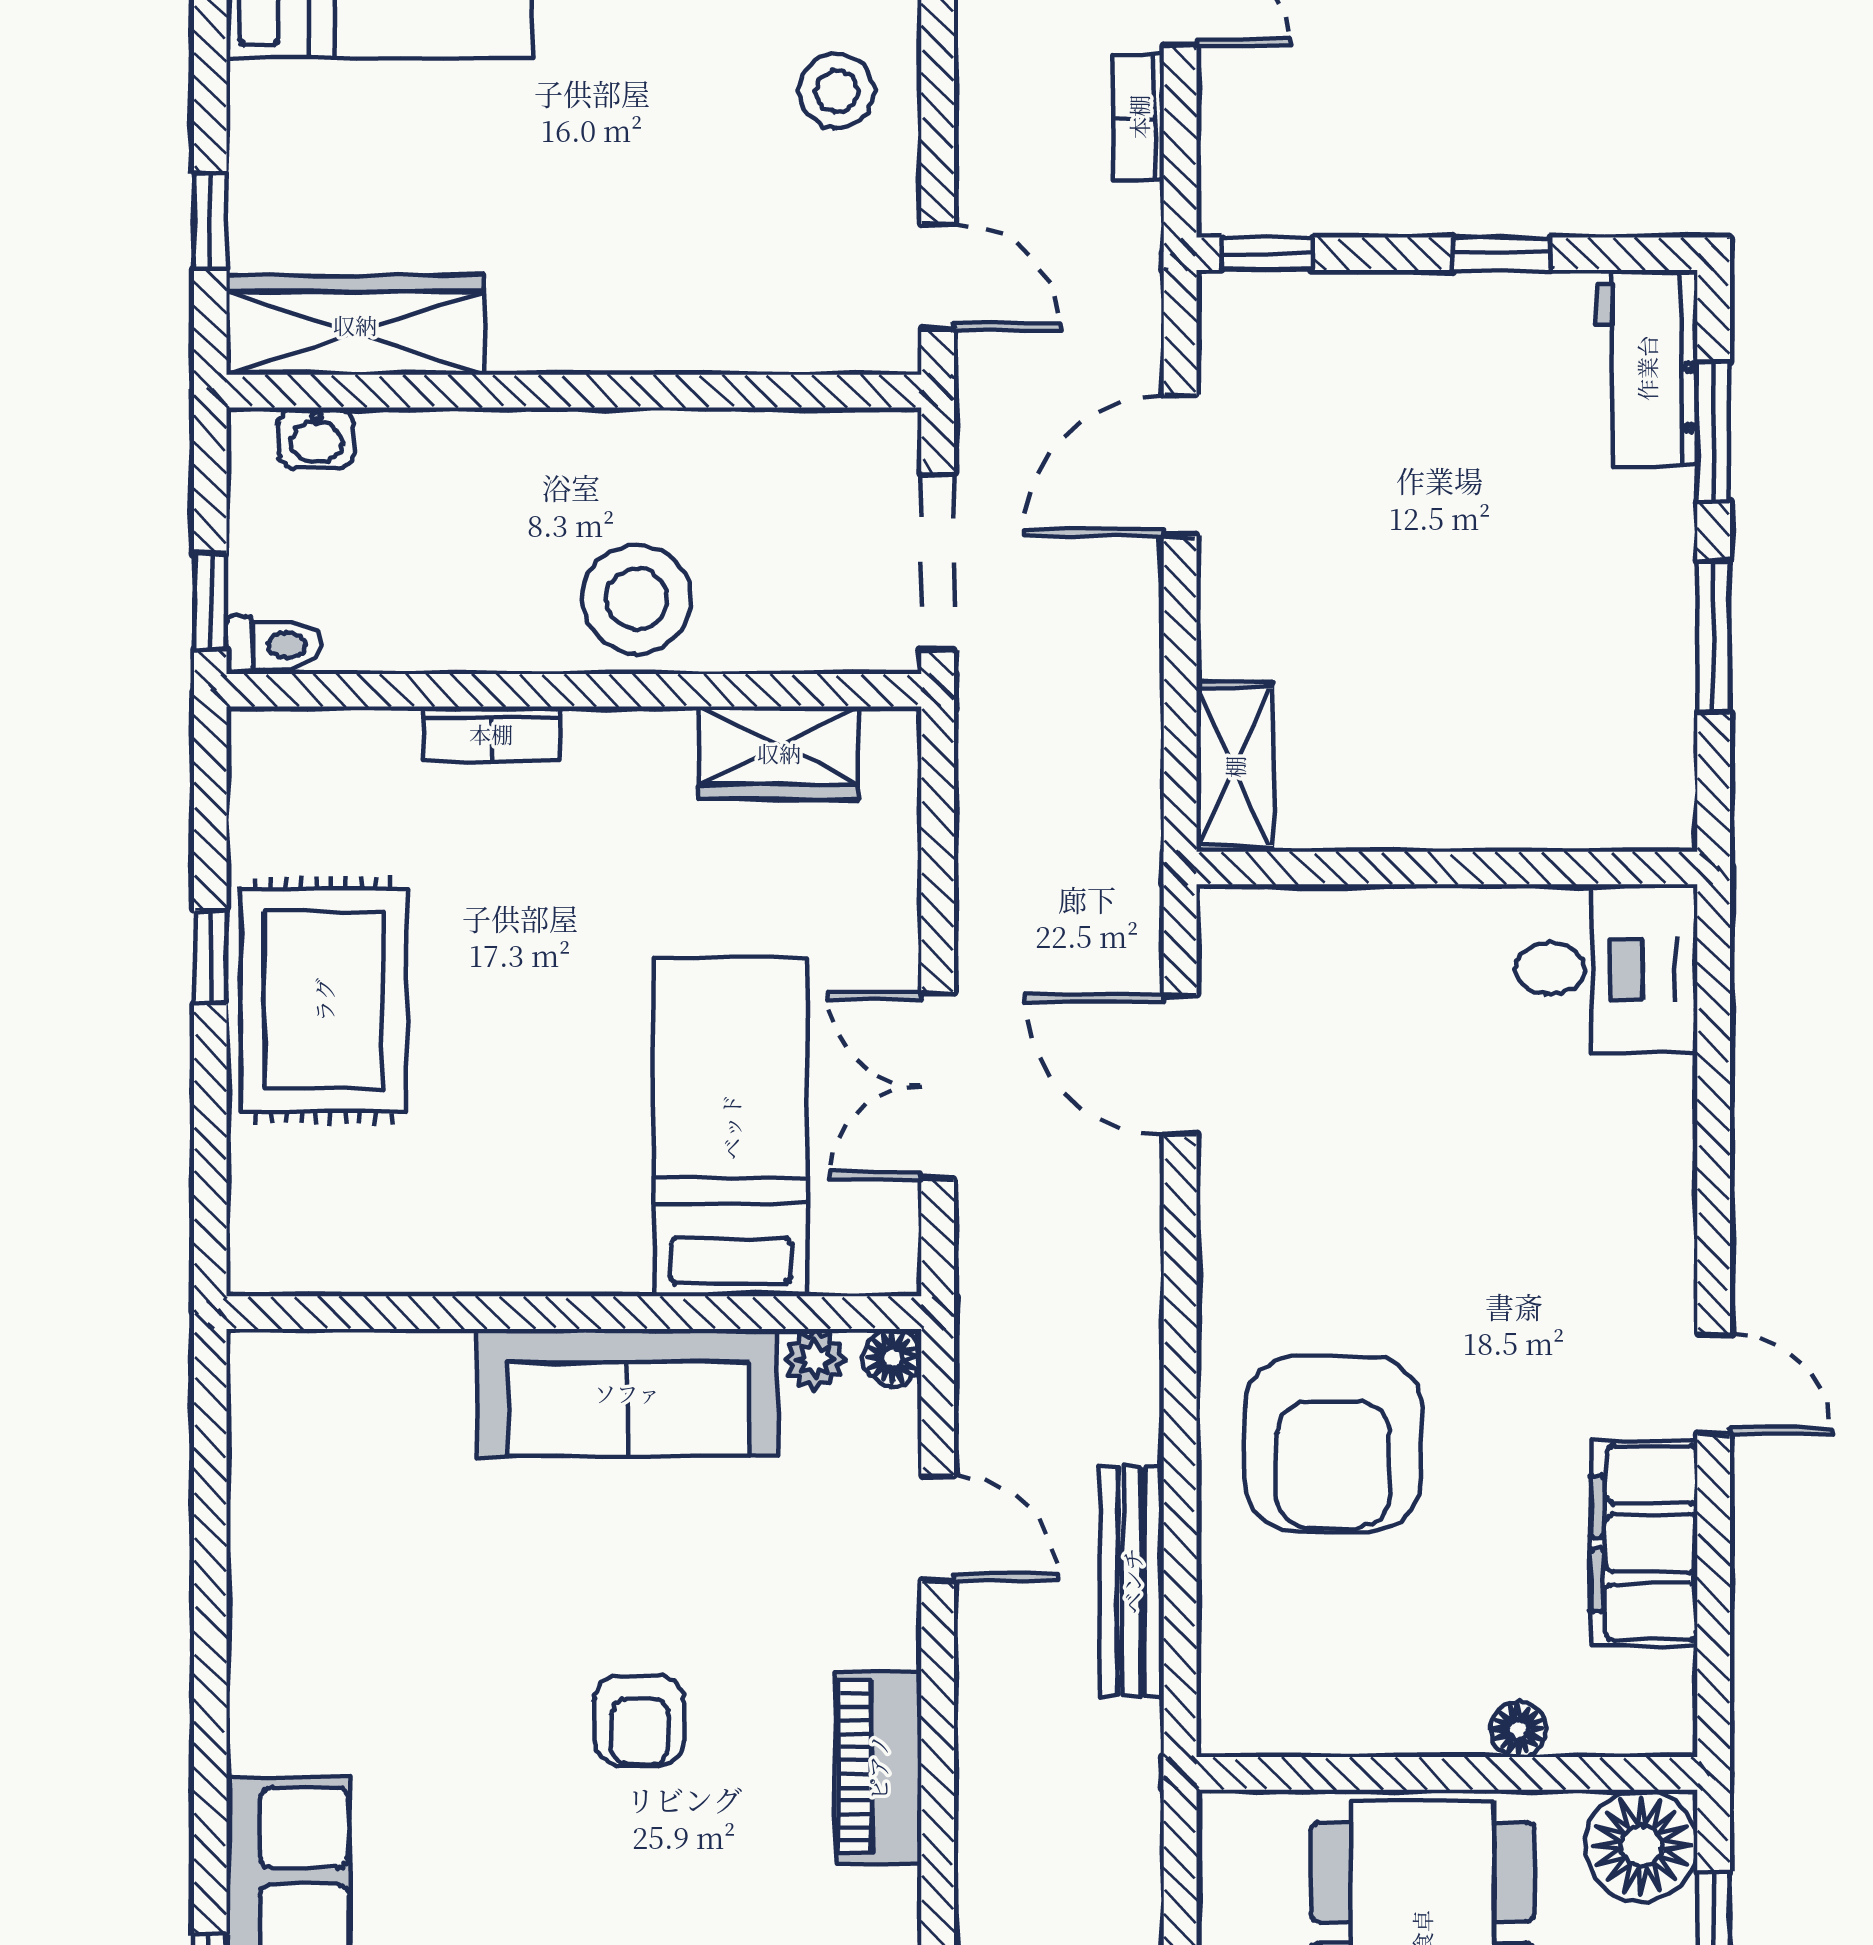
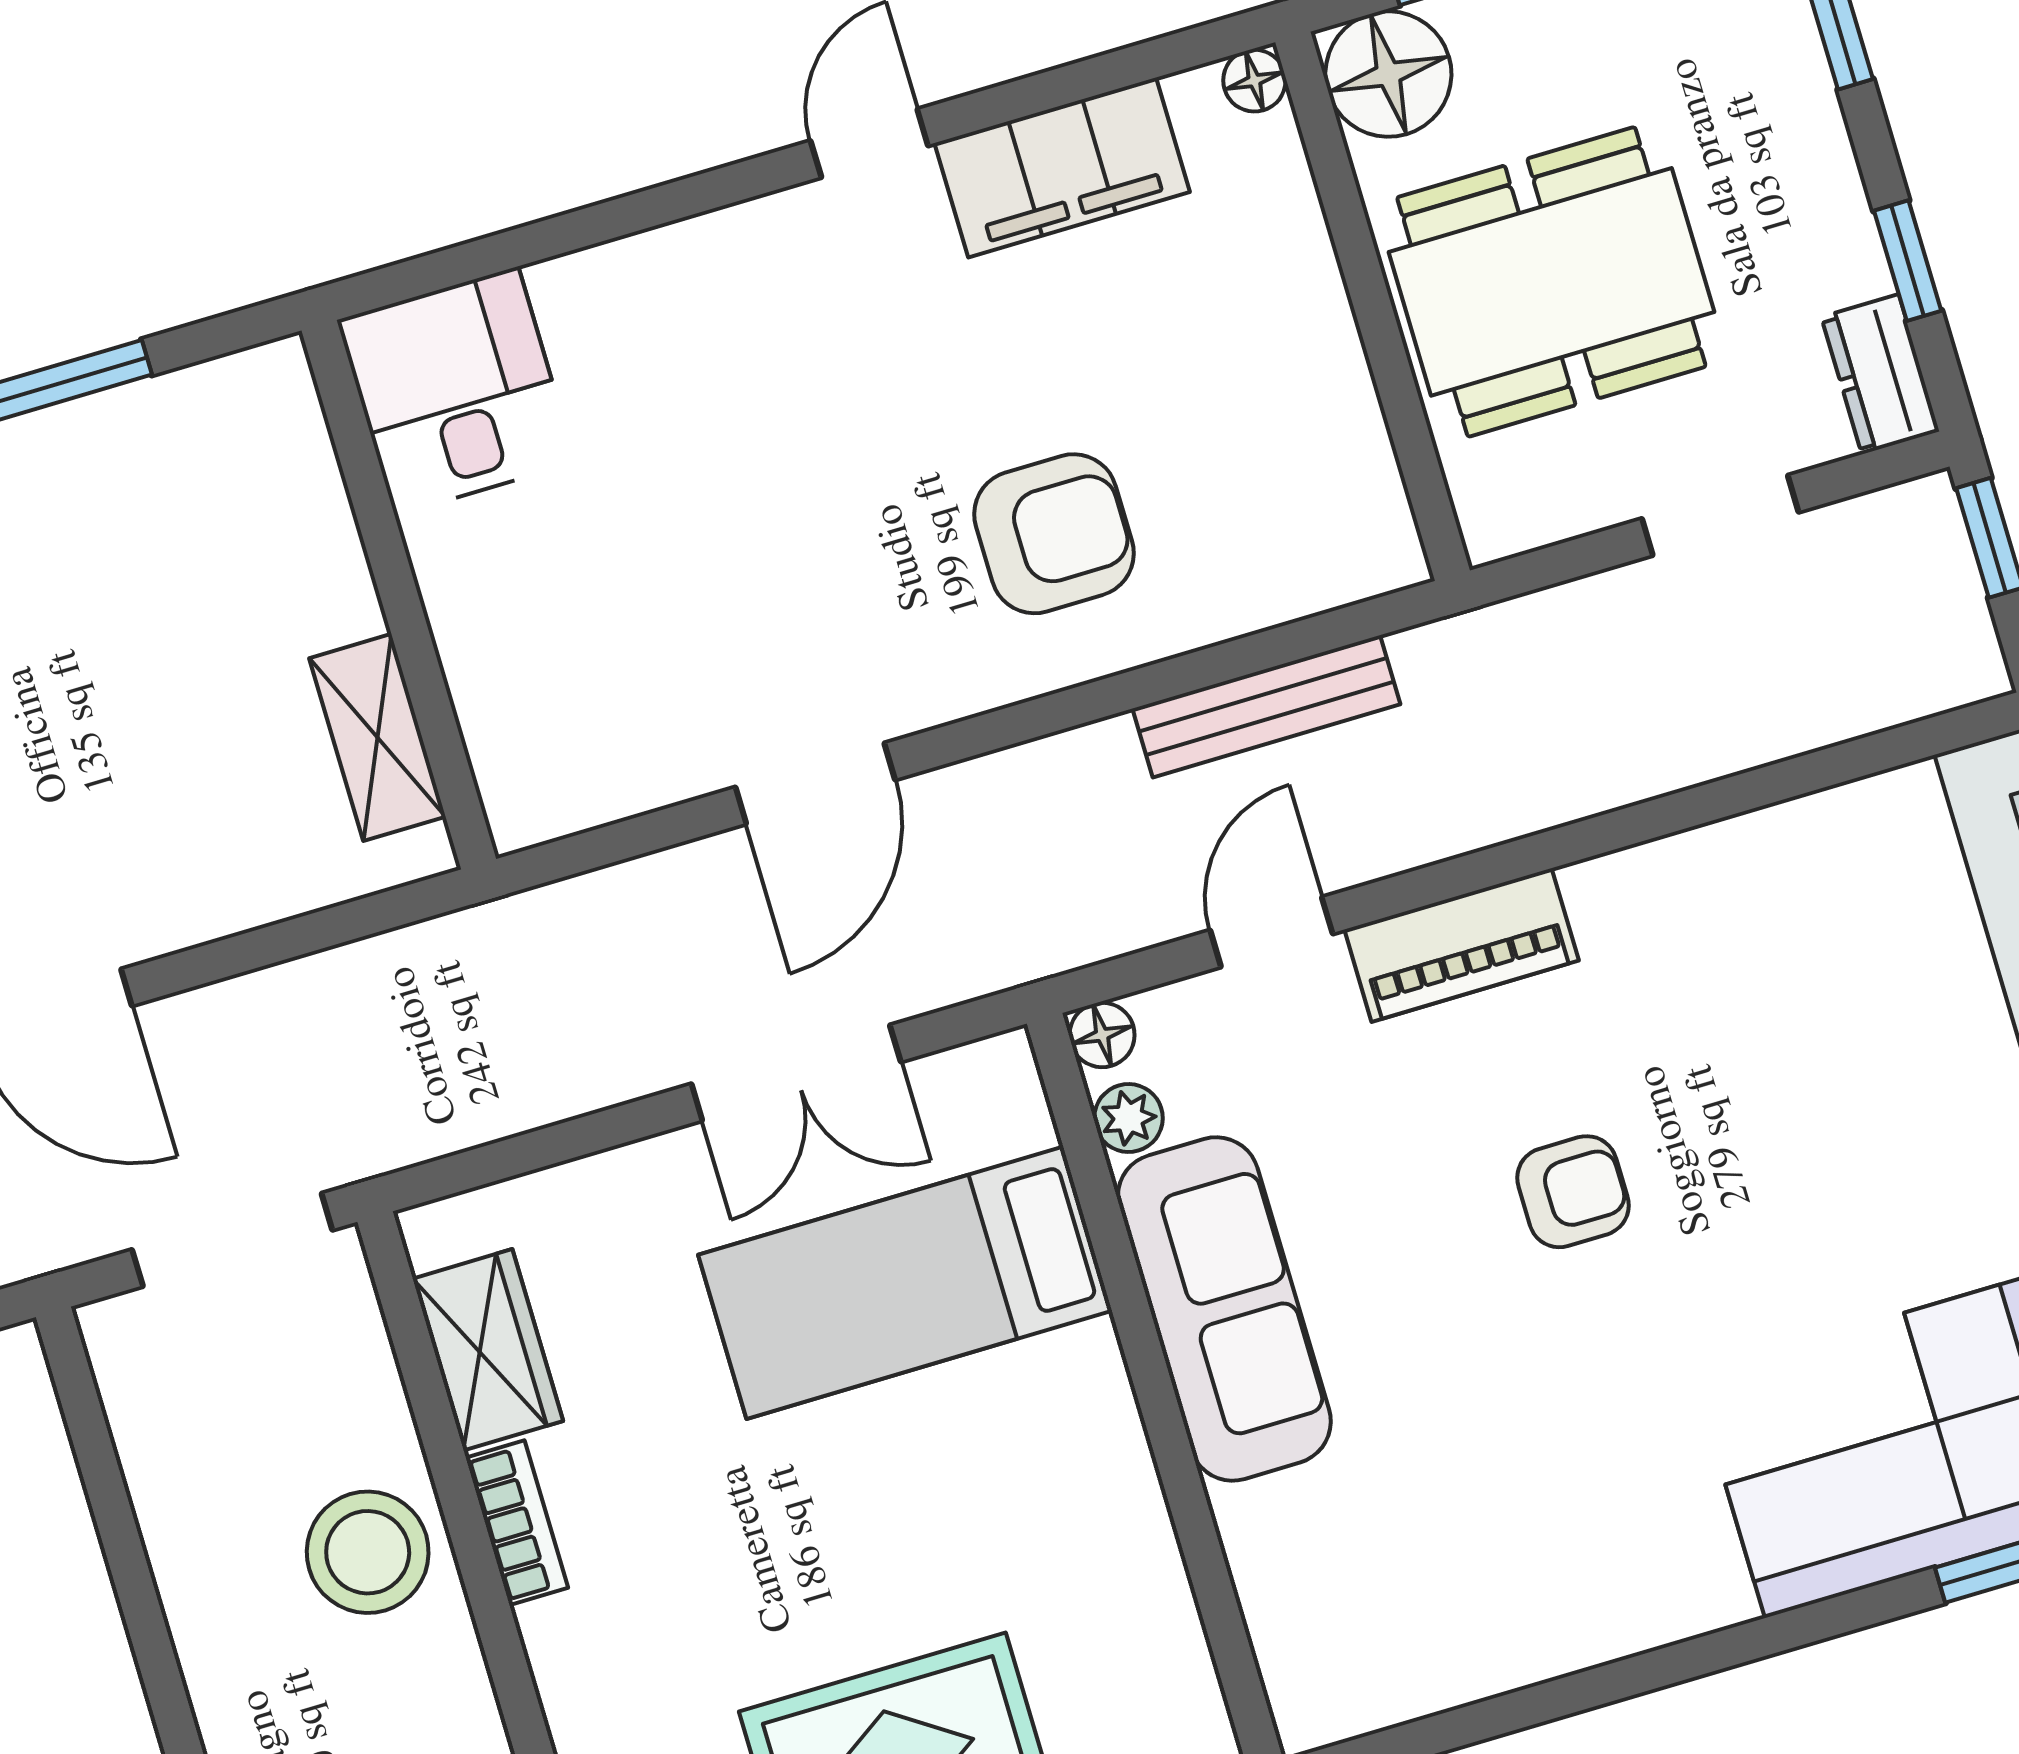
bookcase: (491, 734) -> (517, 1523), moved
shelving: (1235, 767) -> (377, 737), moved, turned 90
door: (1180, 1065) -> (815, 783), moved
armchair: (1333, 1443) -> (1054, 534), width x0.73, depth x0.73
floor lamp: (1518, 1729) -> (1254, 81), moved
piano: (878, 1767) -> (1462, 945), moved

